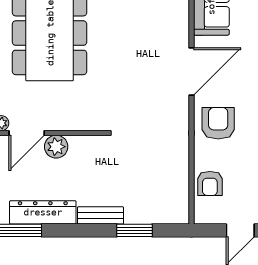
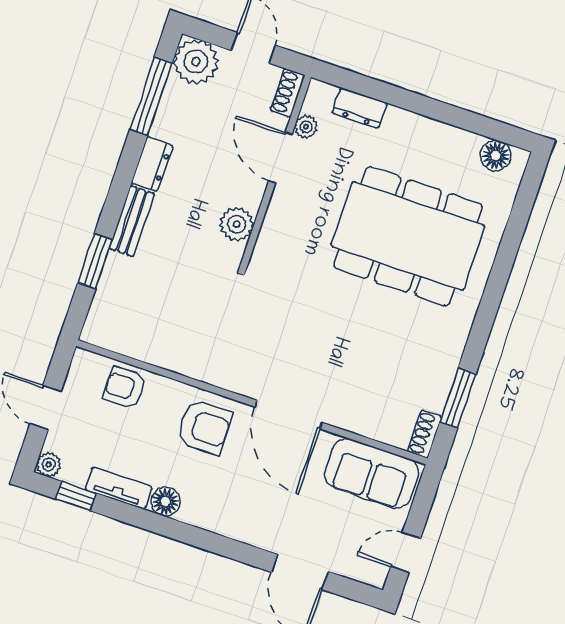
plant: (56, 147) -> (237, 224), moved
dresser: (43, 212) -> (152, 164), width x0.51, depth x0.80

